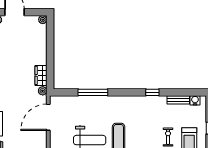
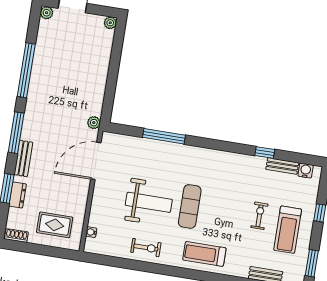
wardrobe: (41, 75) -> (95, 101), removed
window: (152, 92) -> (265, 152), moved

